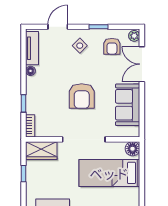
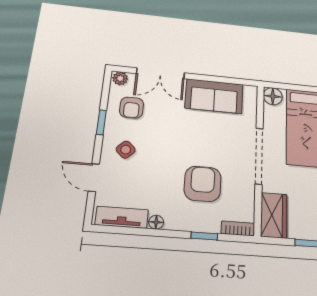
armchair: (112, 46) -> (132, 108), turned 90
armchair: (82, 96) -> (203, 184), moved, turned -90

